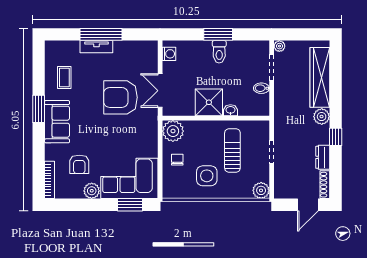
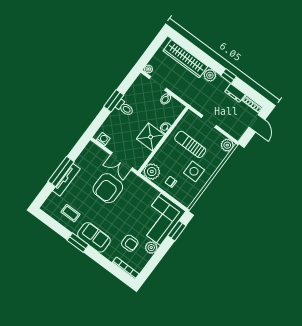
tv unit: (96, 47) -> (66, 180), width x1.41

